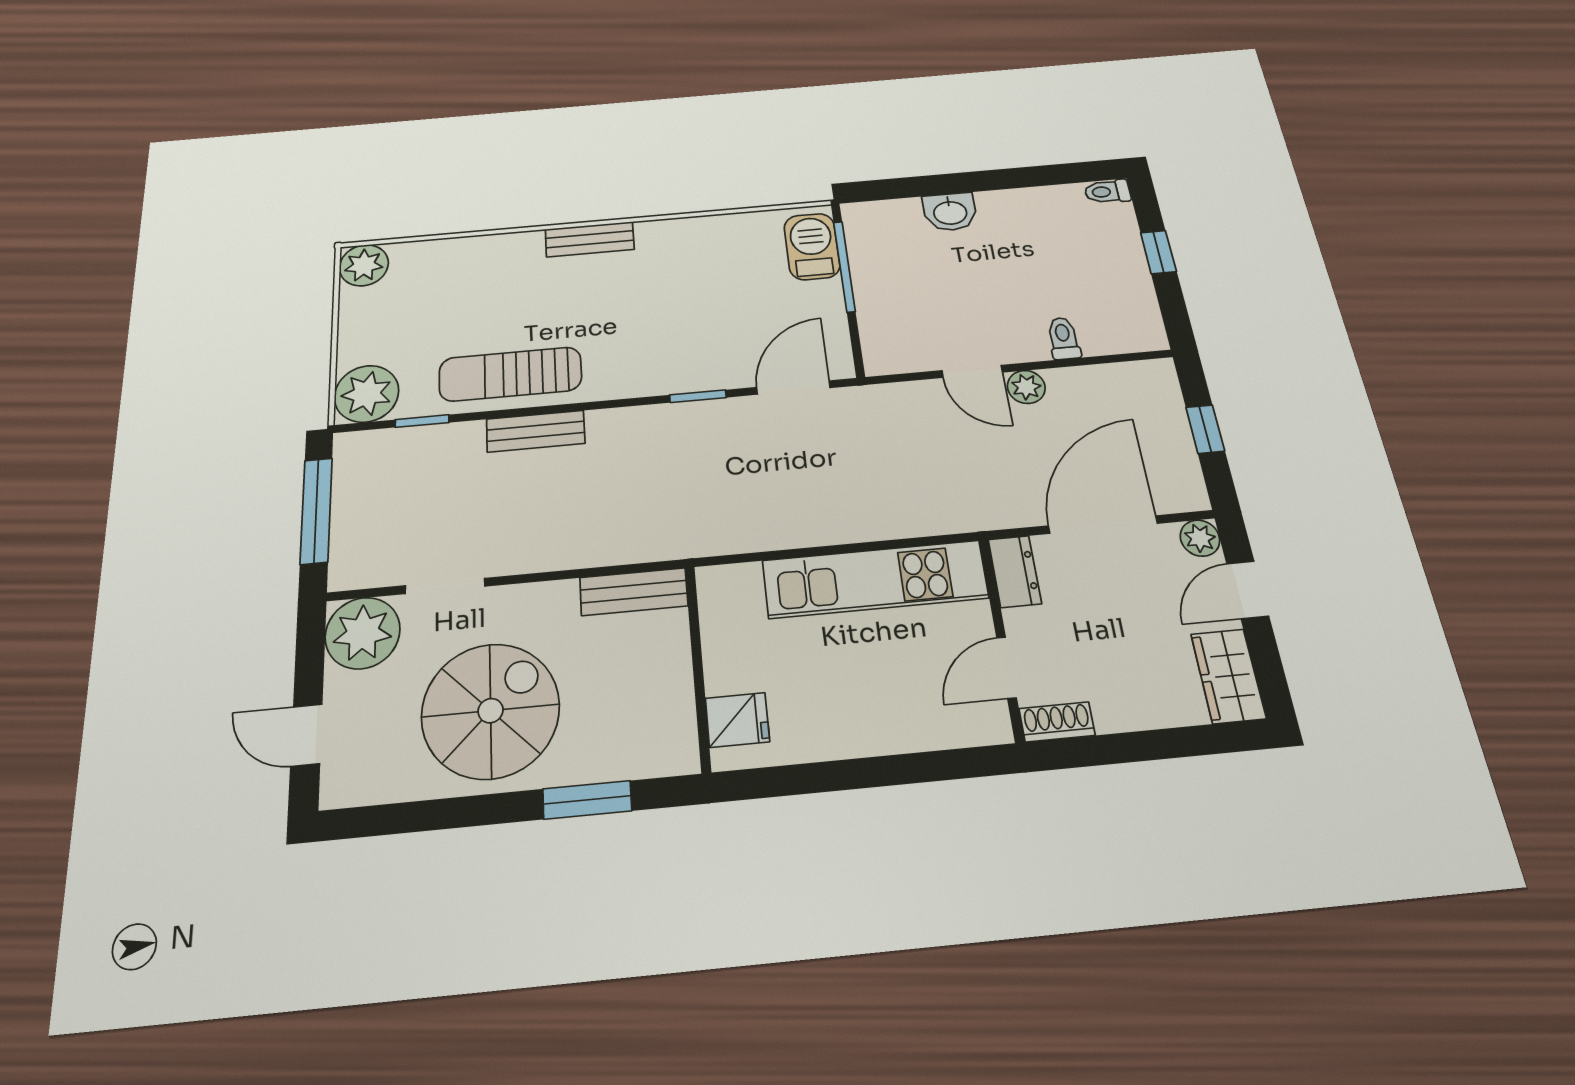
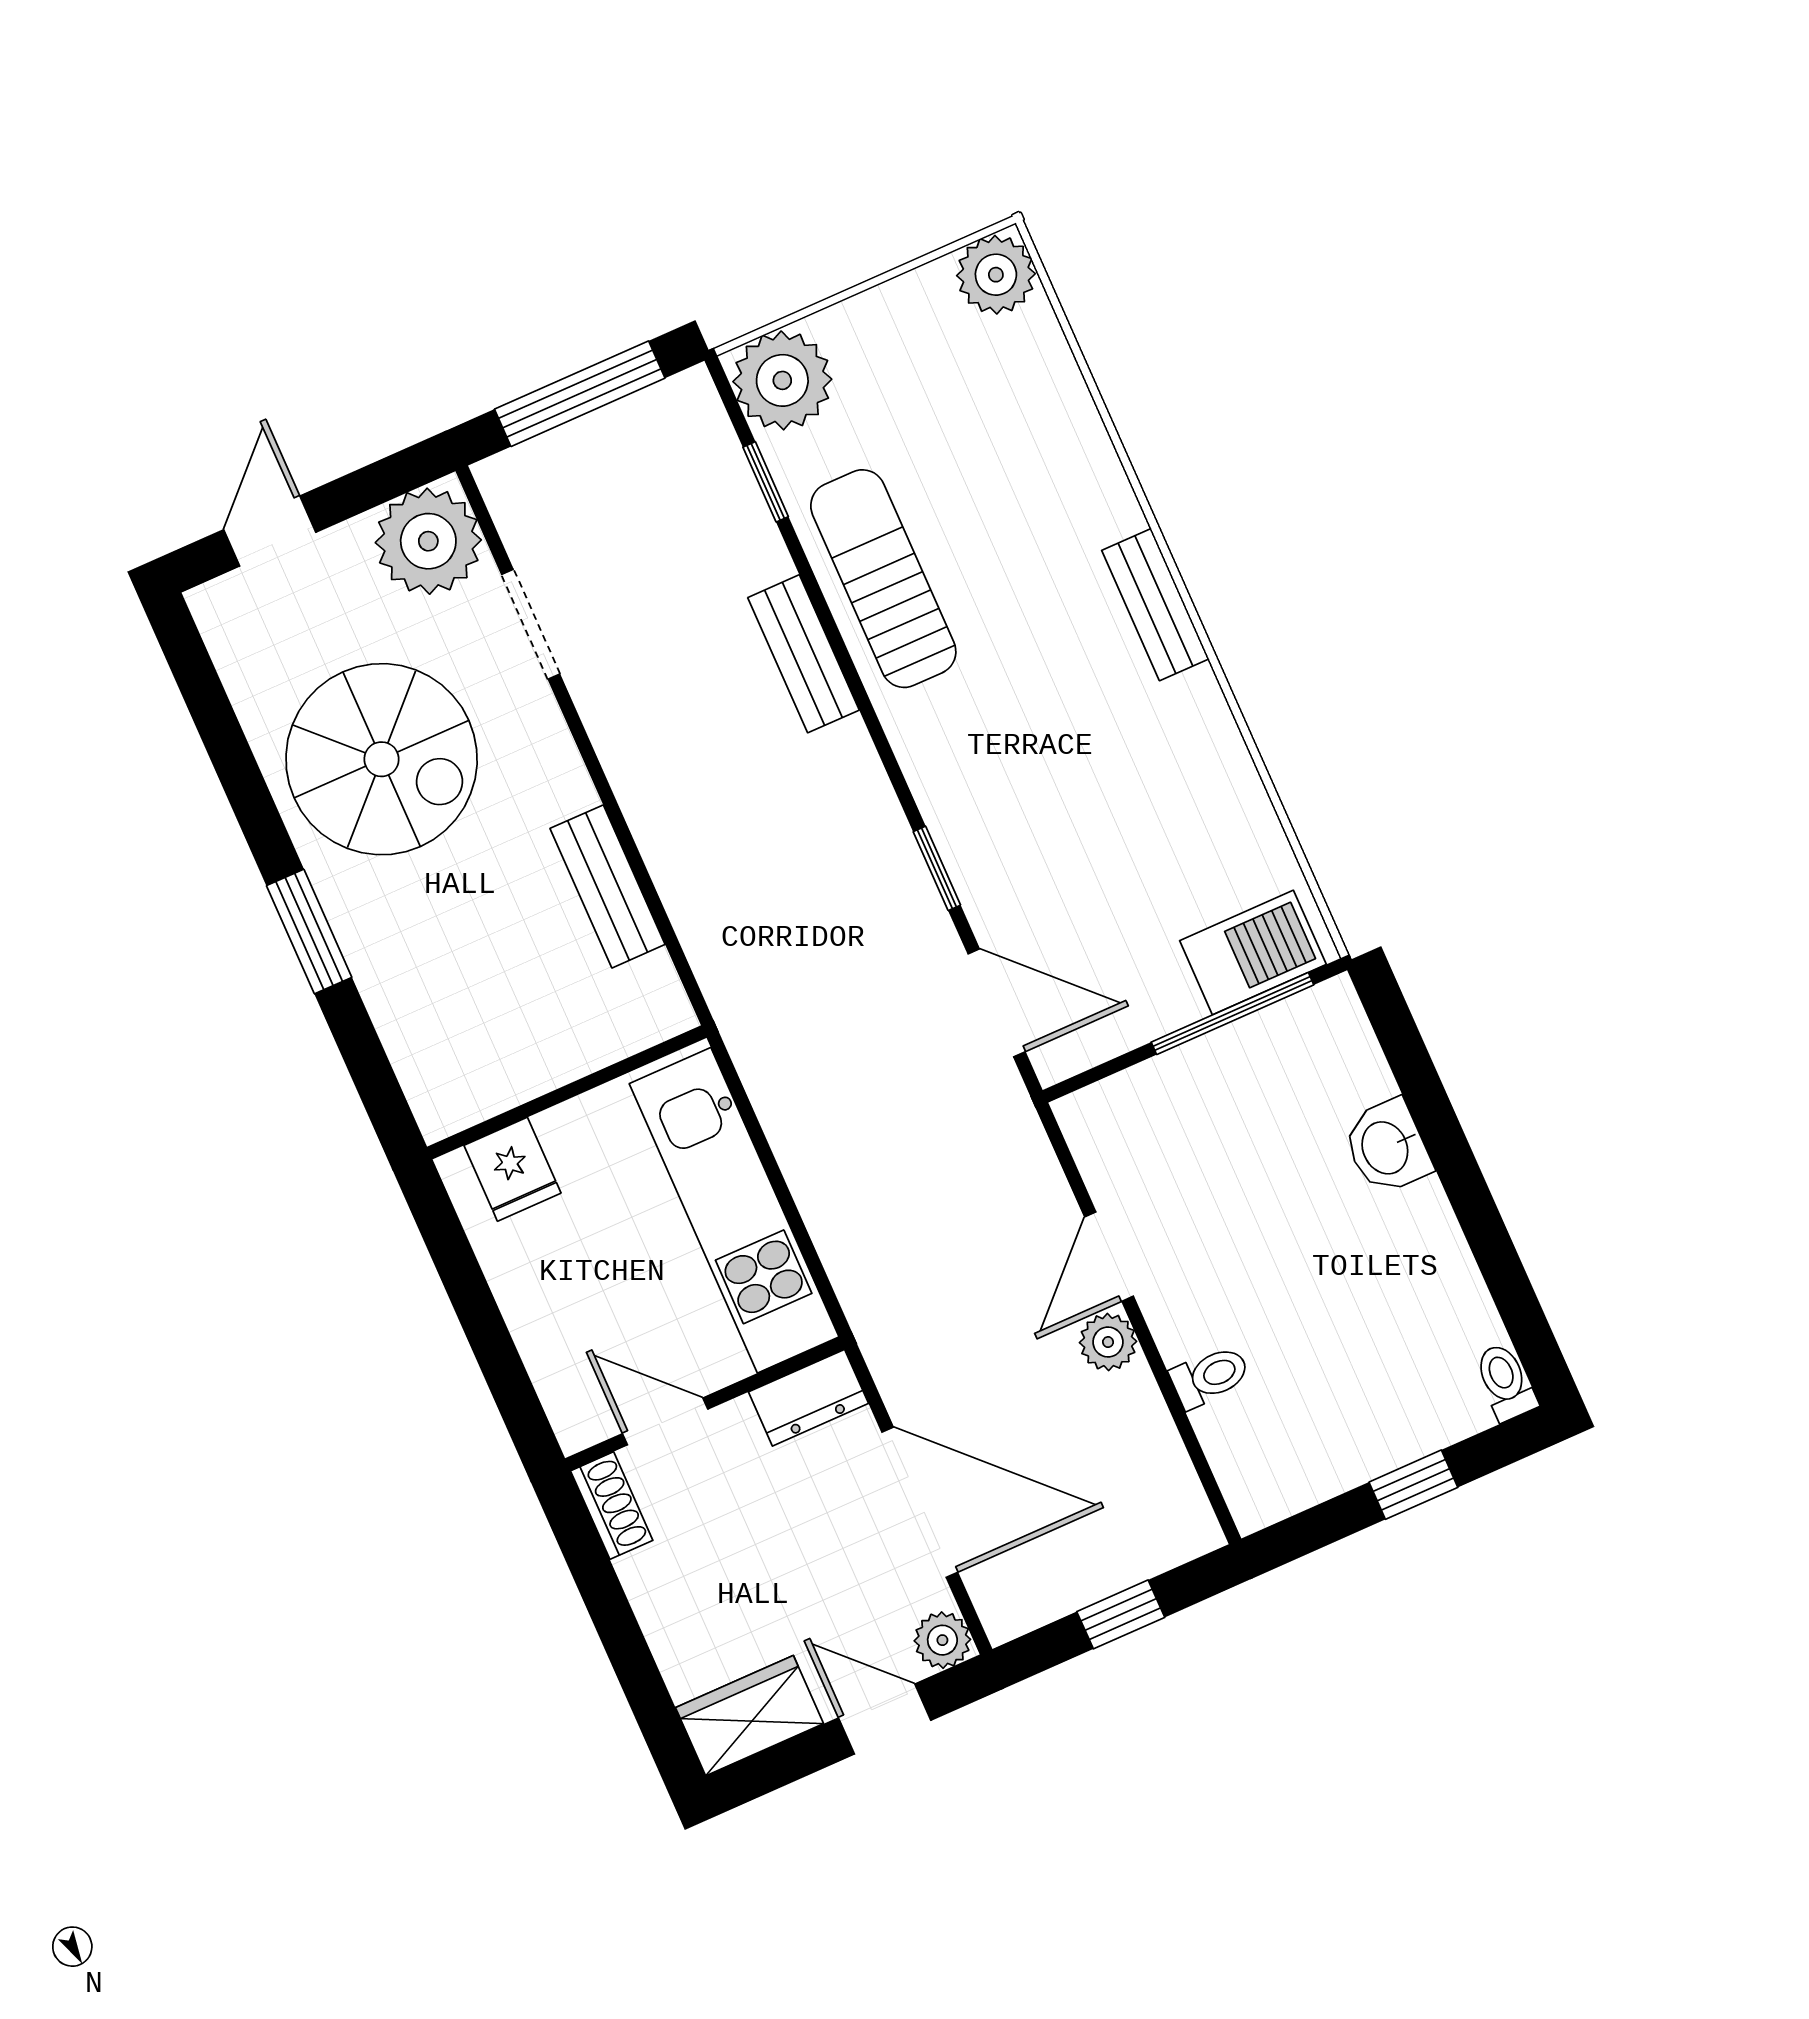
wall: (698, 667) -> (567, 1092), moved
fridge: (737, 720) -> (512, 1169), moved

